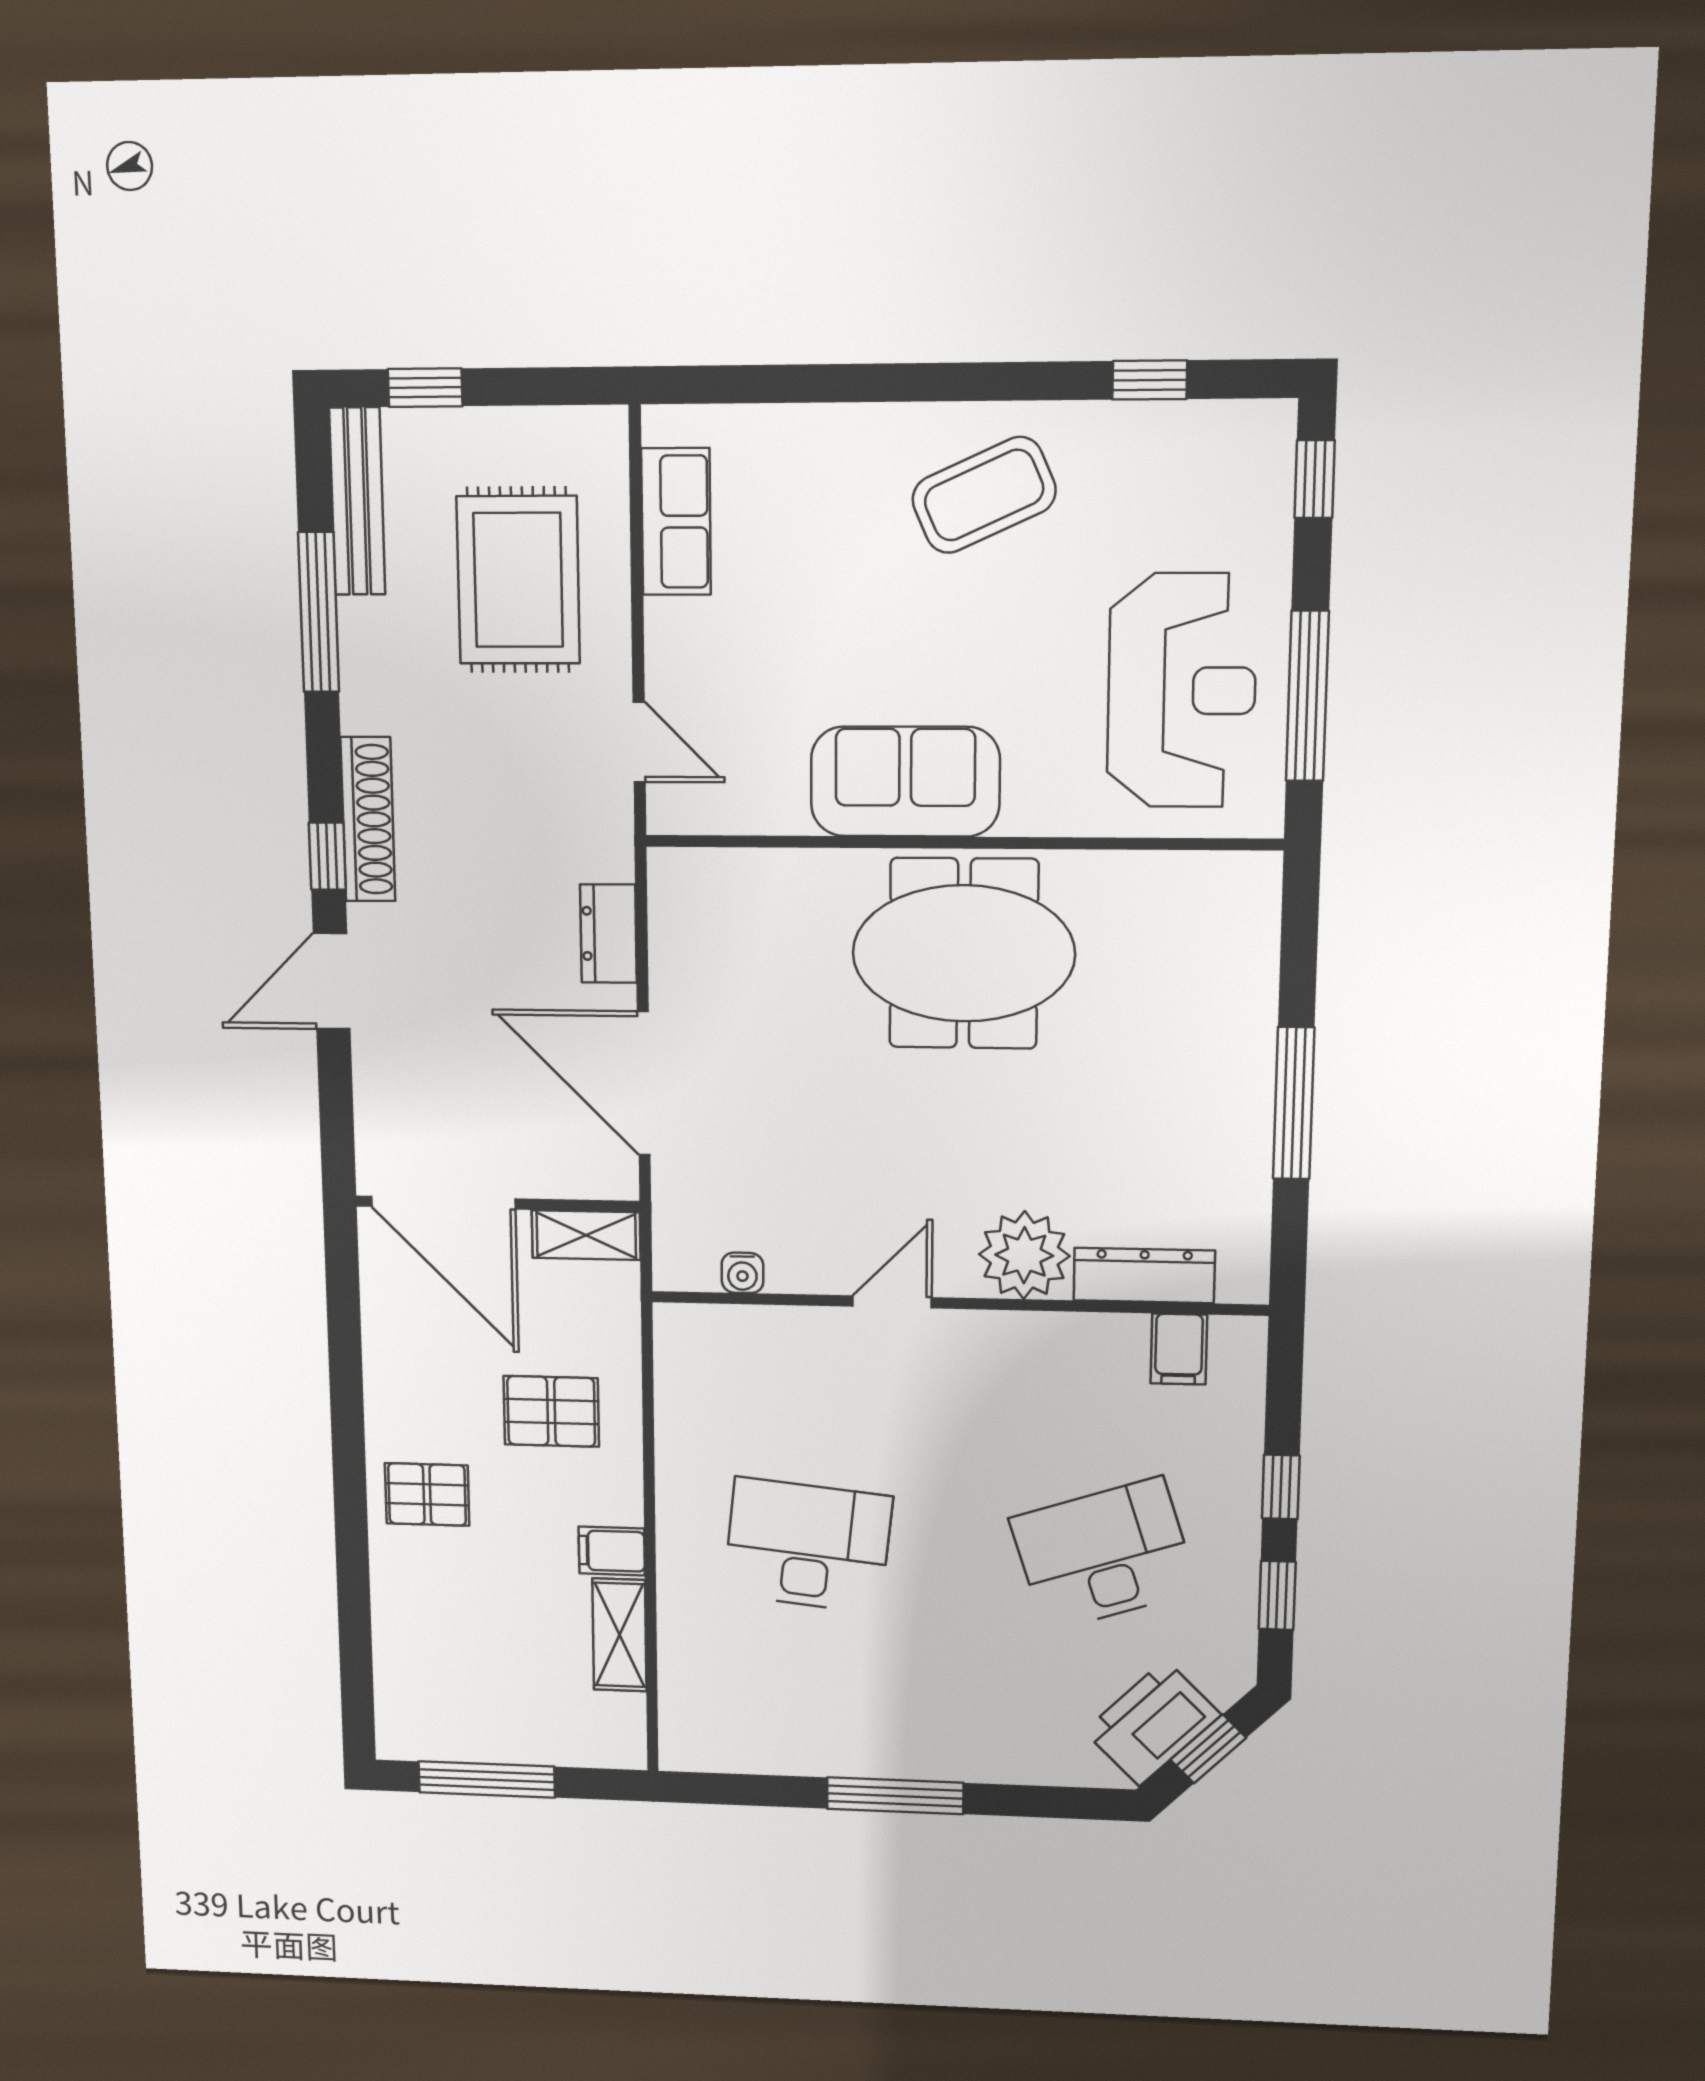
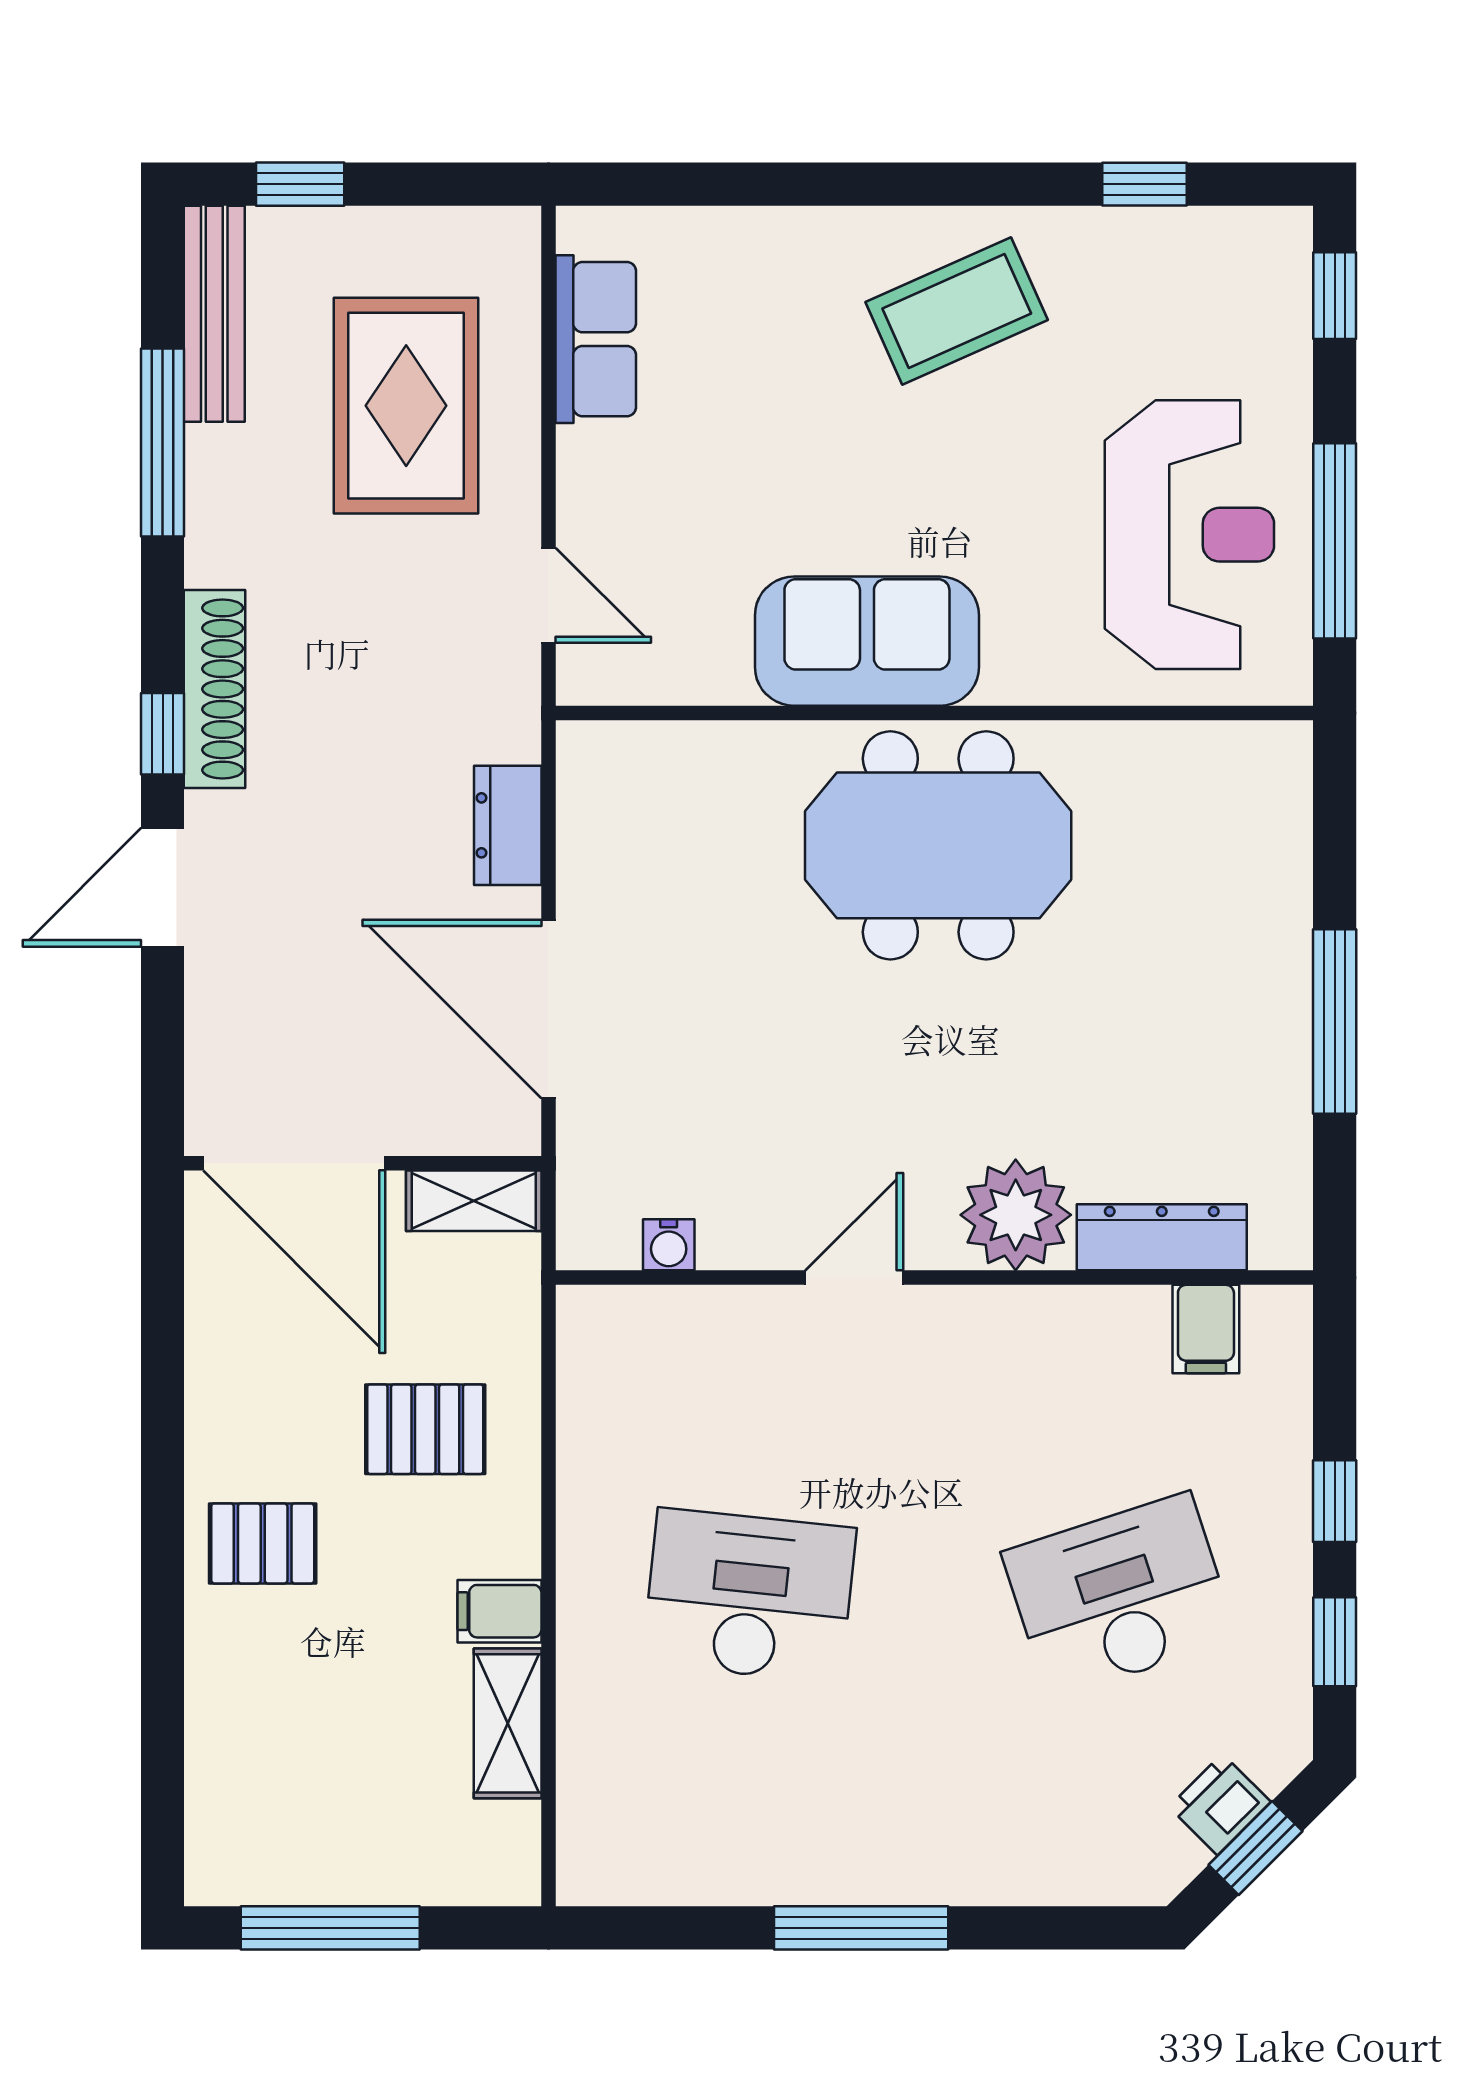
printer: (1152, 1723) -> (1220, 1804), width x0.53, depth x0.68

